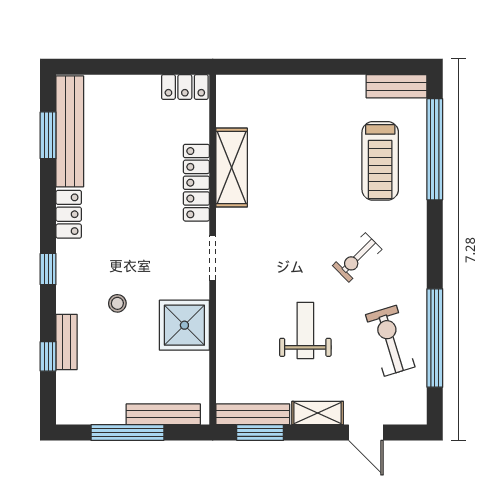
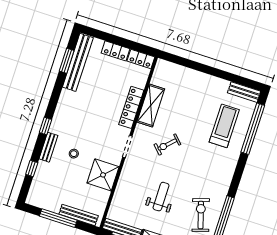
treadmill: (380, 161) -> (224, 126), turned 180
locker: (69, 214) -> (115, 51), moved, turned 90
exercise bike: (357, 257) -> (167, 144), moved
bench: (66, 342) -> (48, 147), moved

